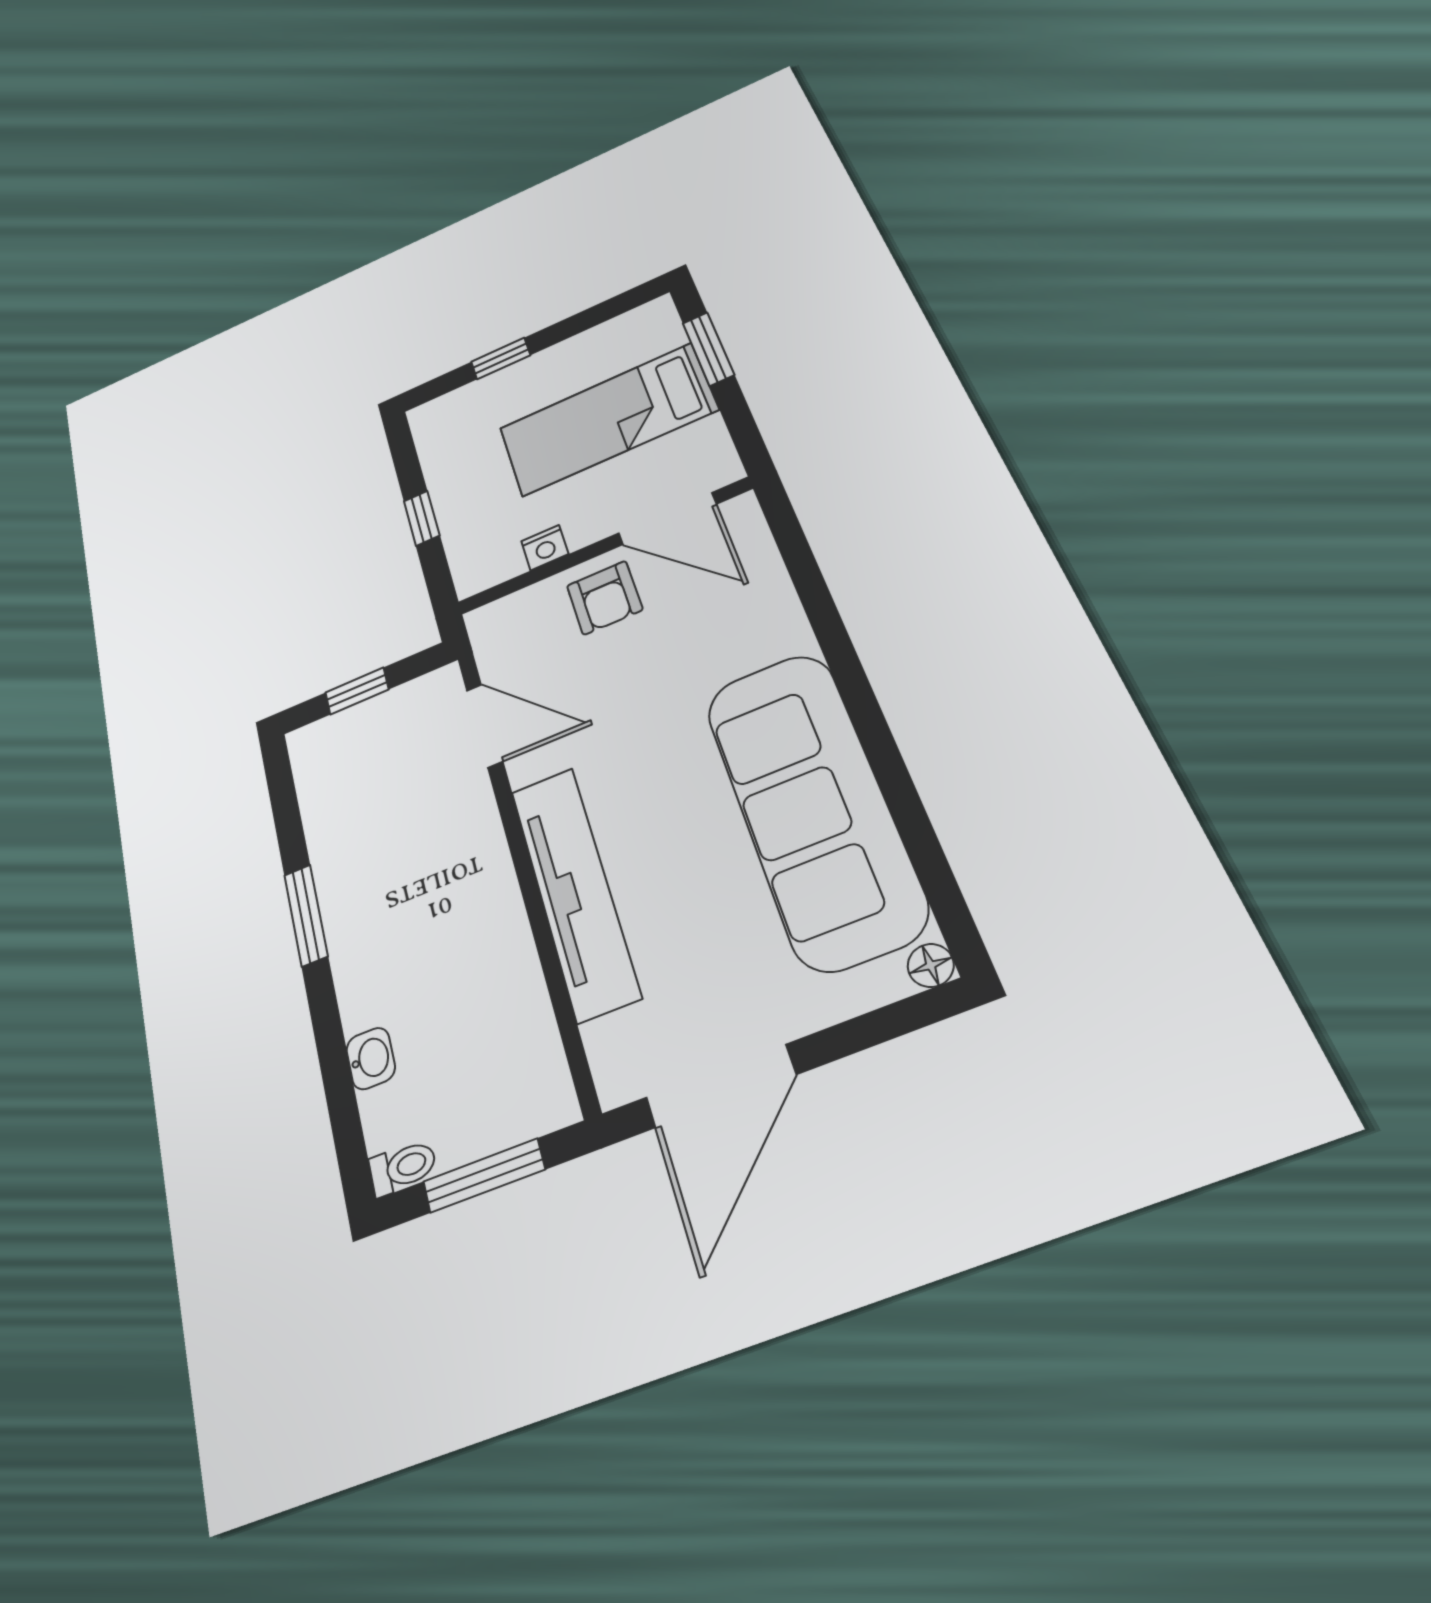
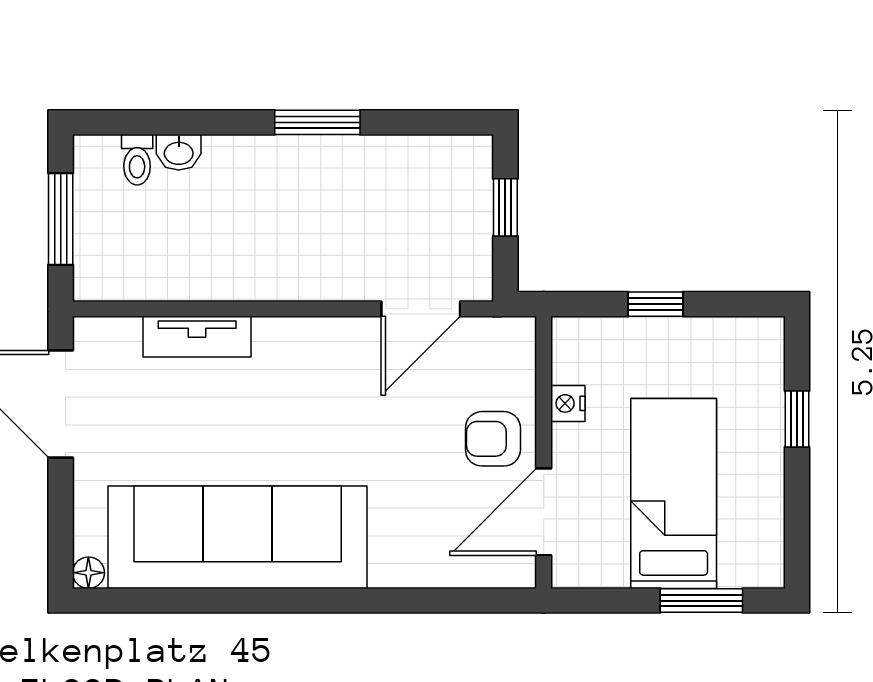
tv unit: (574, 891) -> (197, 337), width x0.52, depth x0.78
toilet: (403, 1167) -> (137, 160), moved

